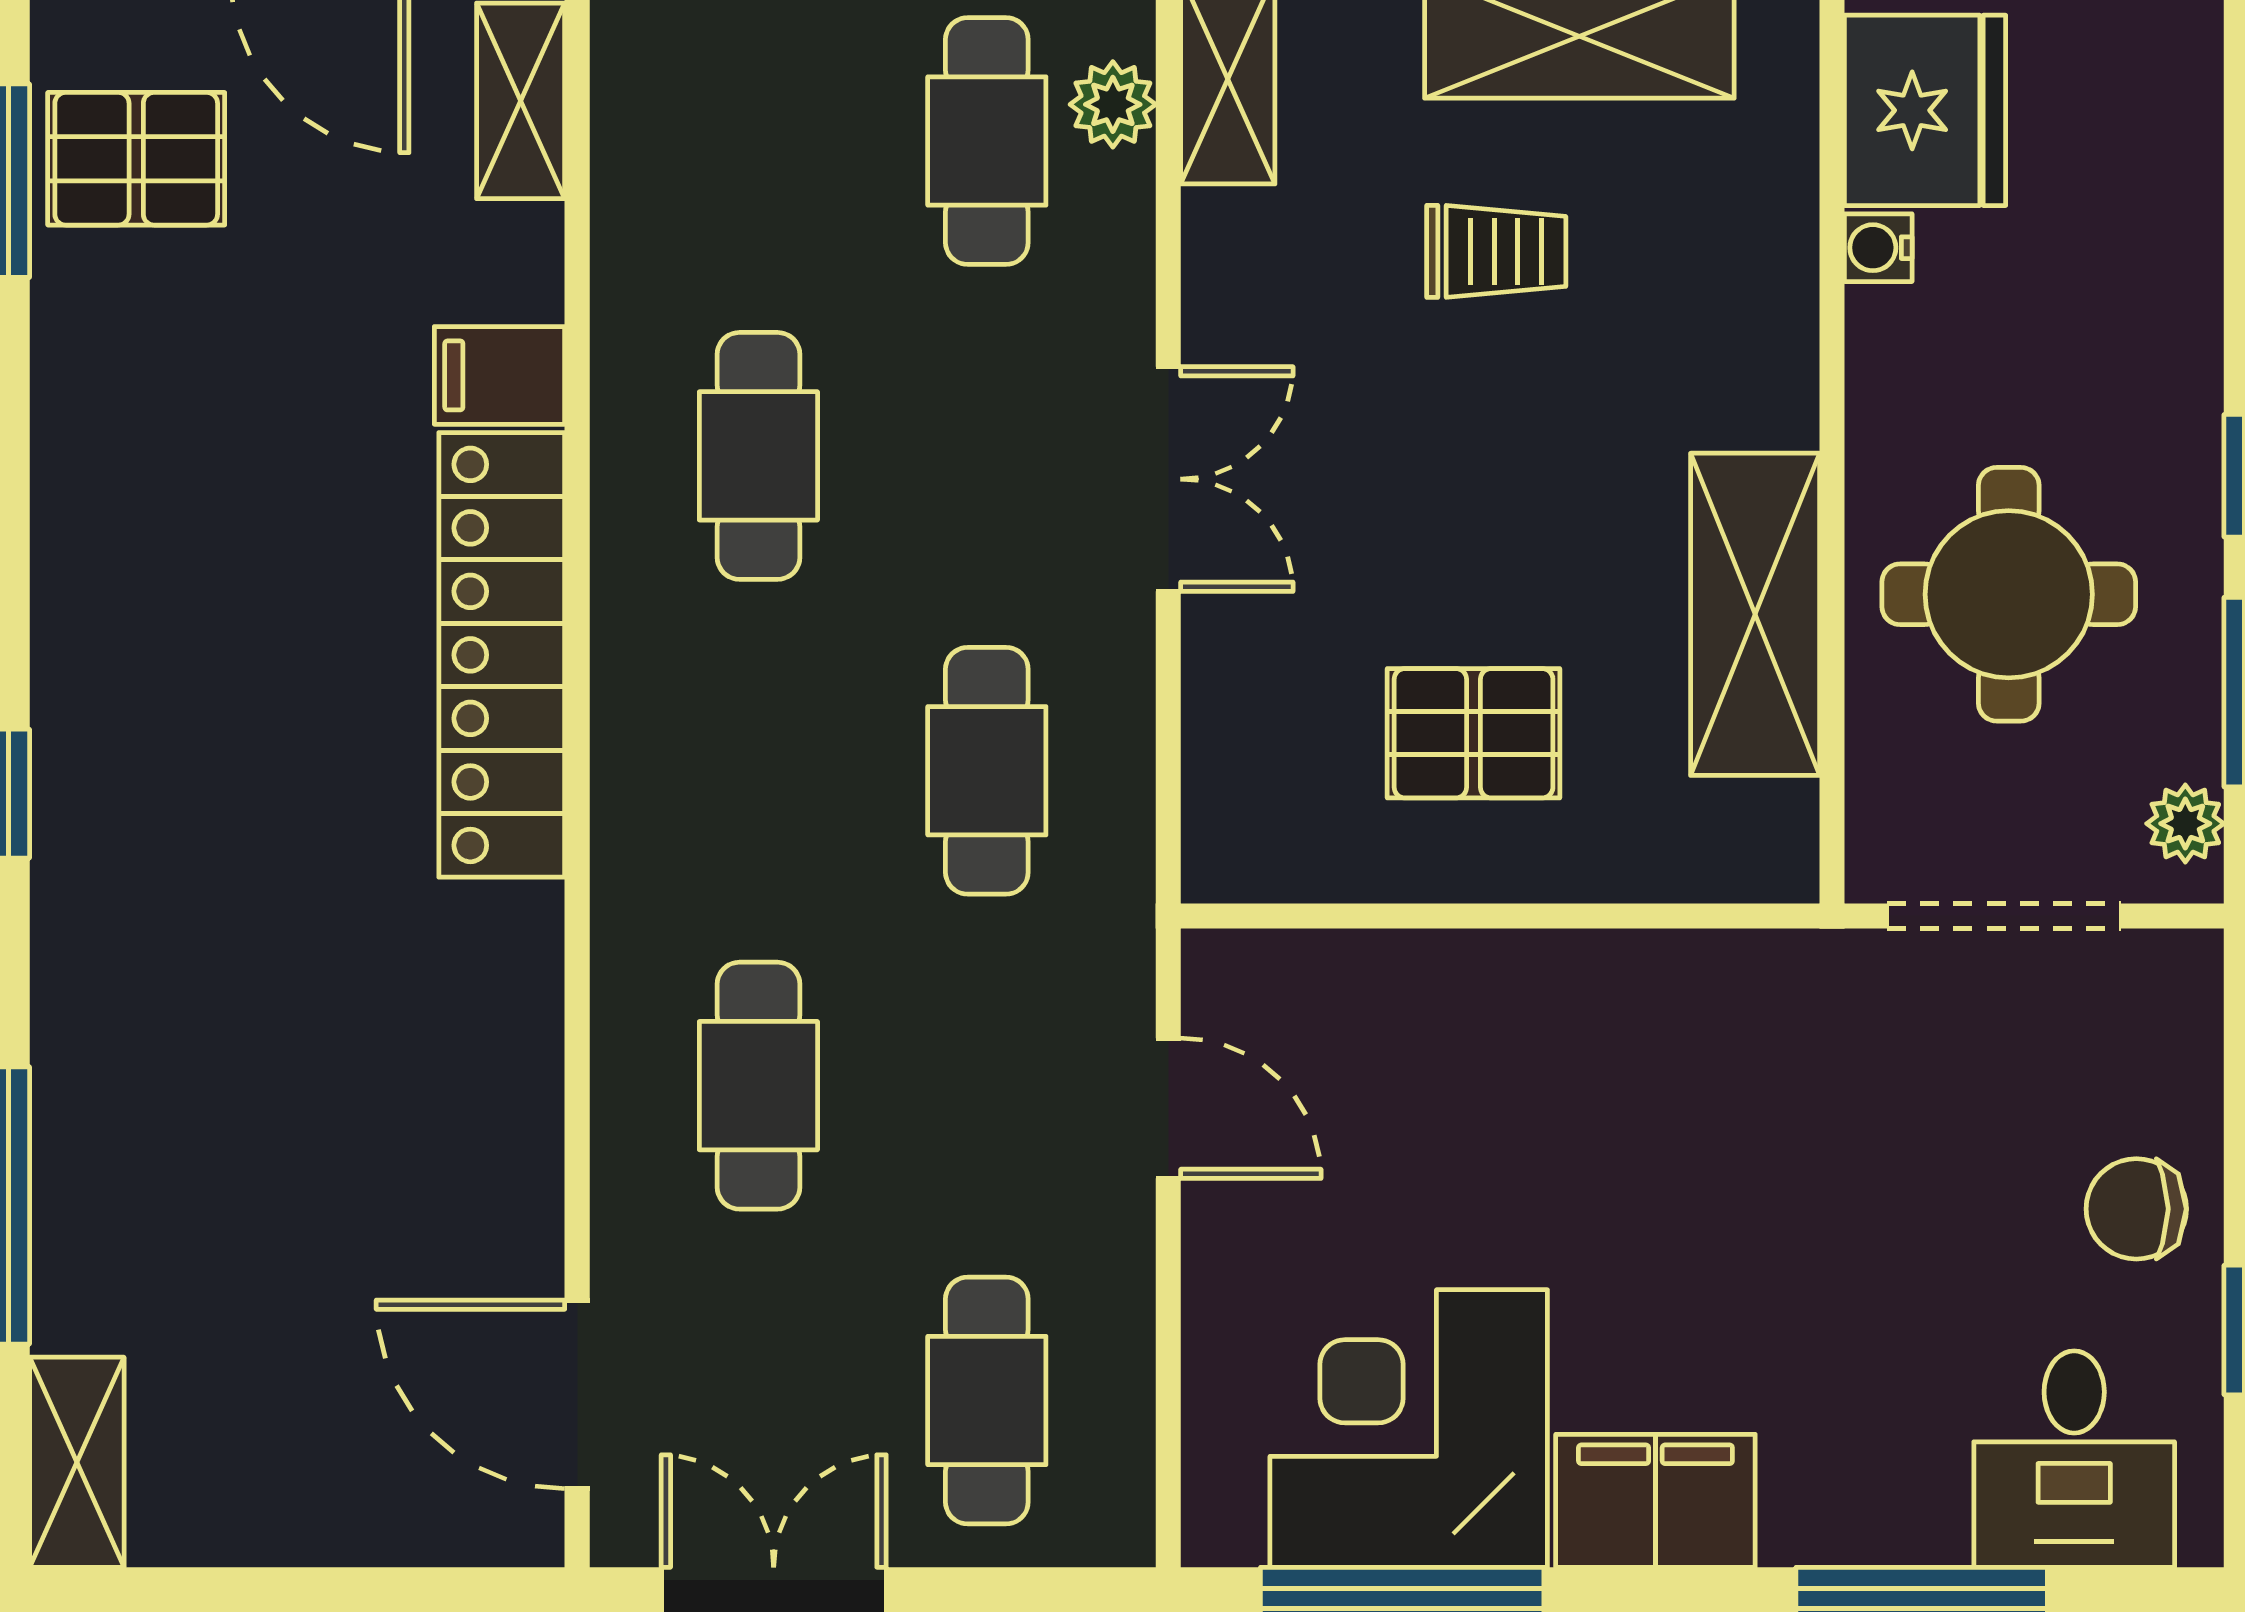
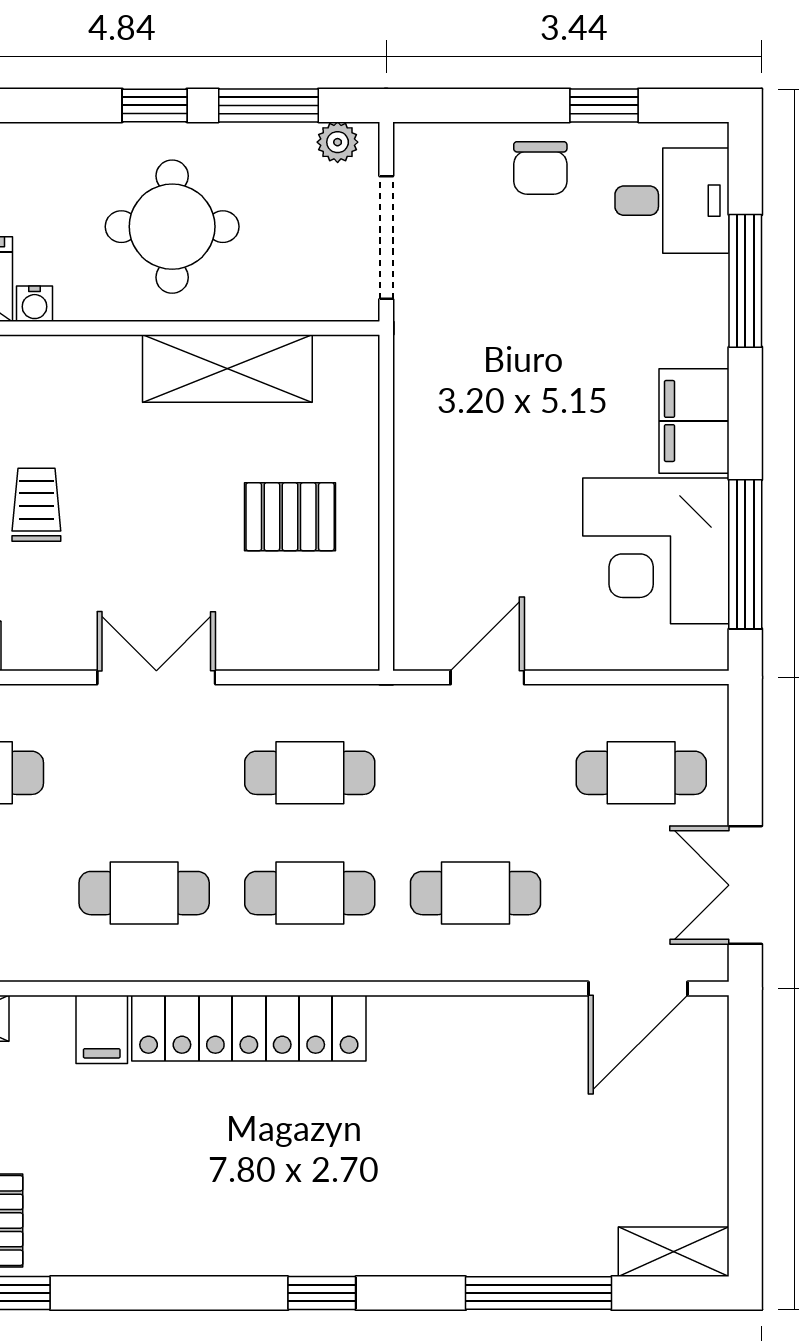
round table: (2009, 594) -> (172, 227), moved
pallet: (1474, 733) -> (290, 517), turned 90
cafe table: (758, 771) -> (310, 893), added

